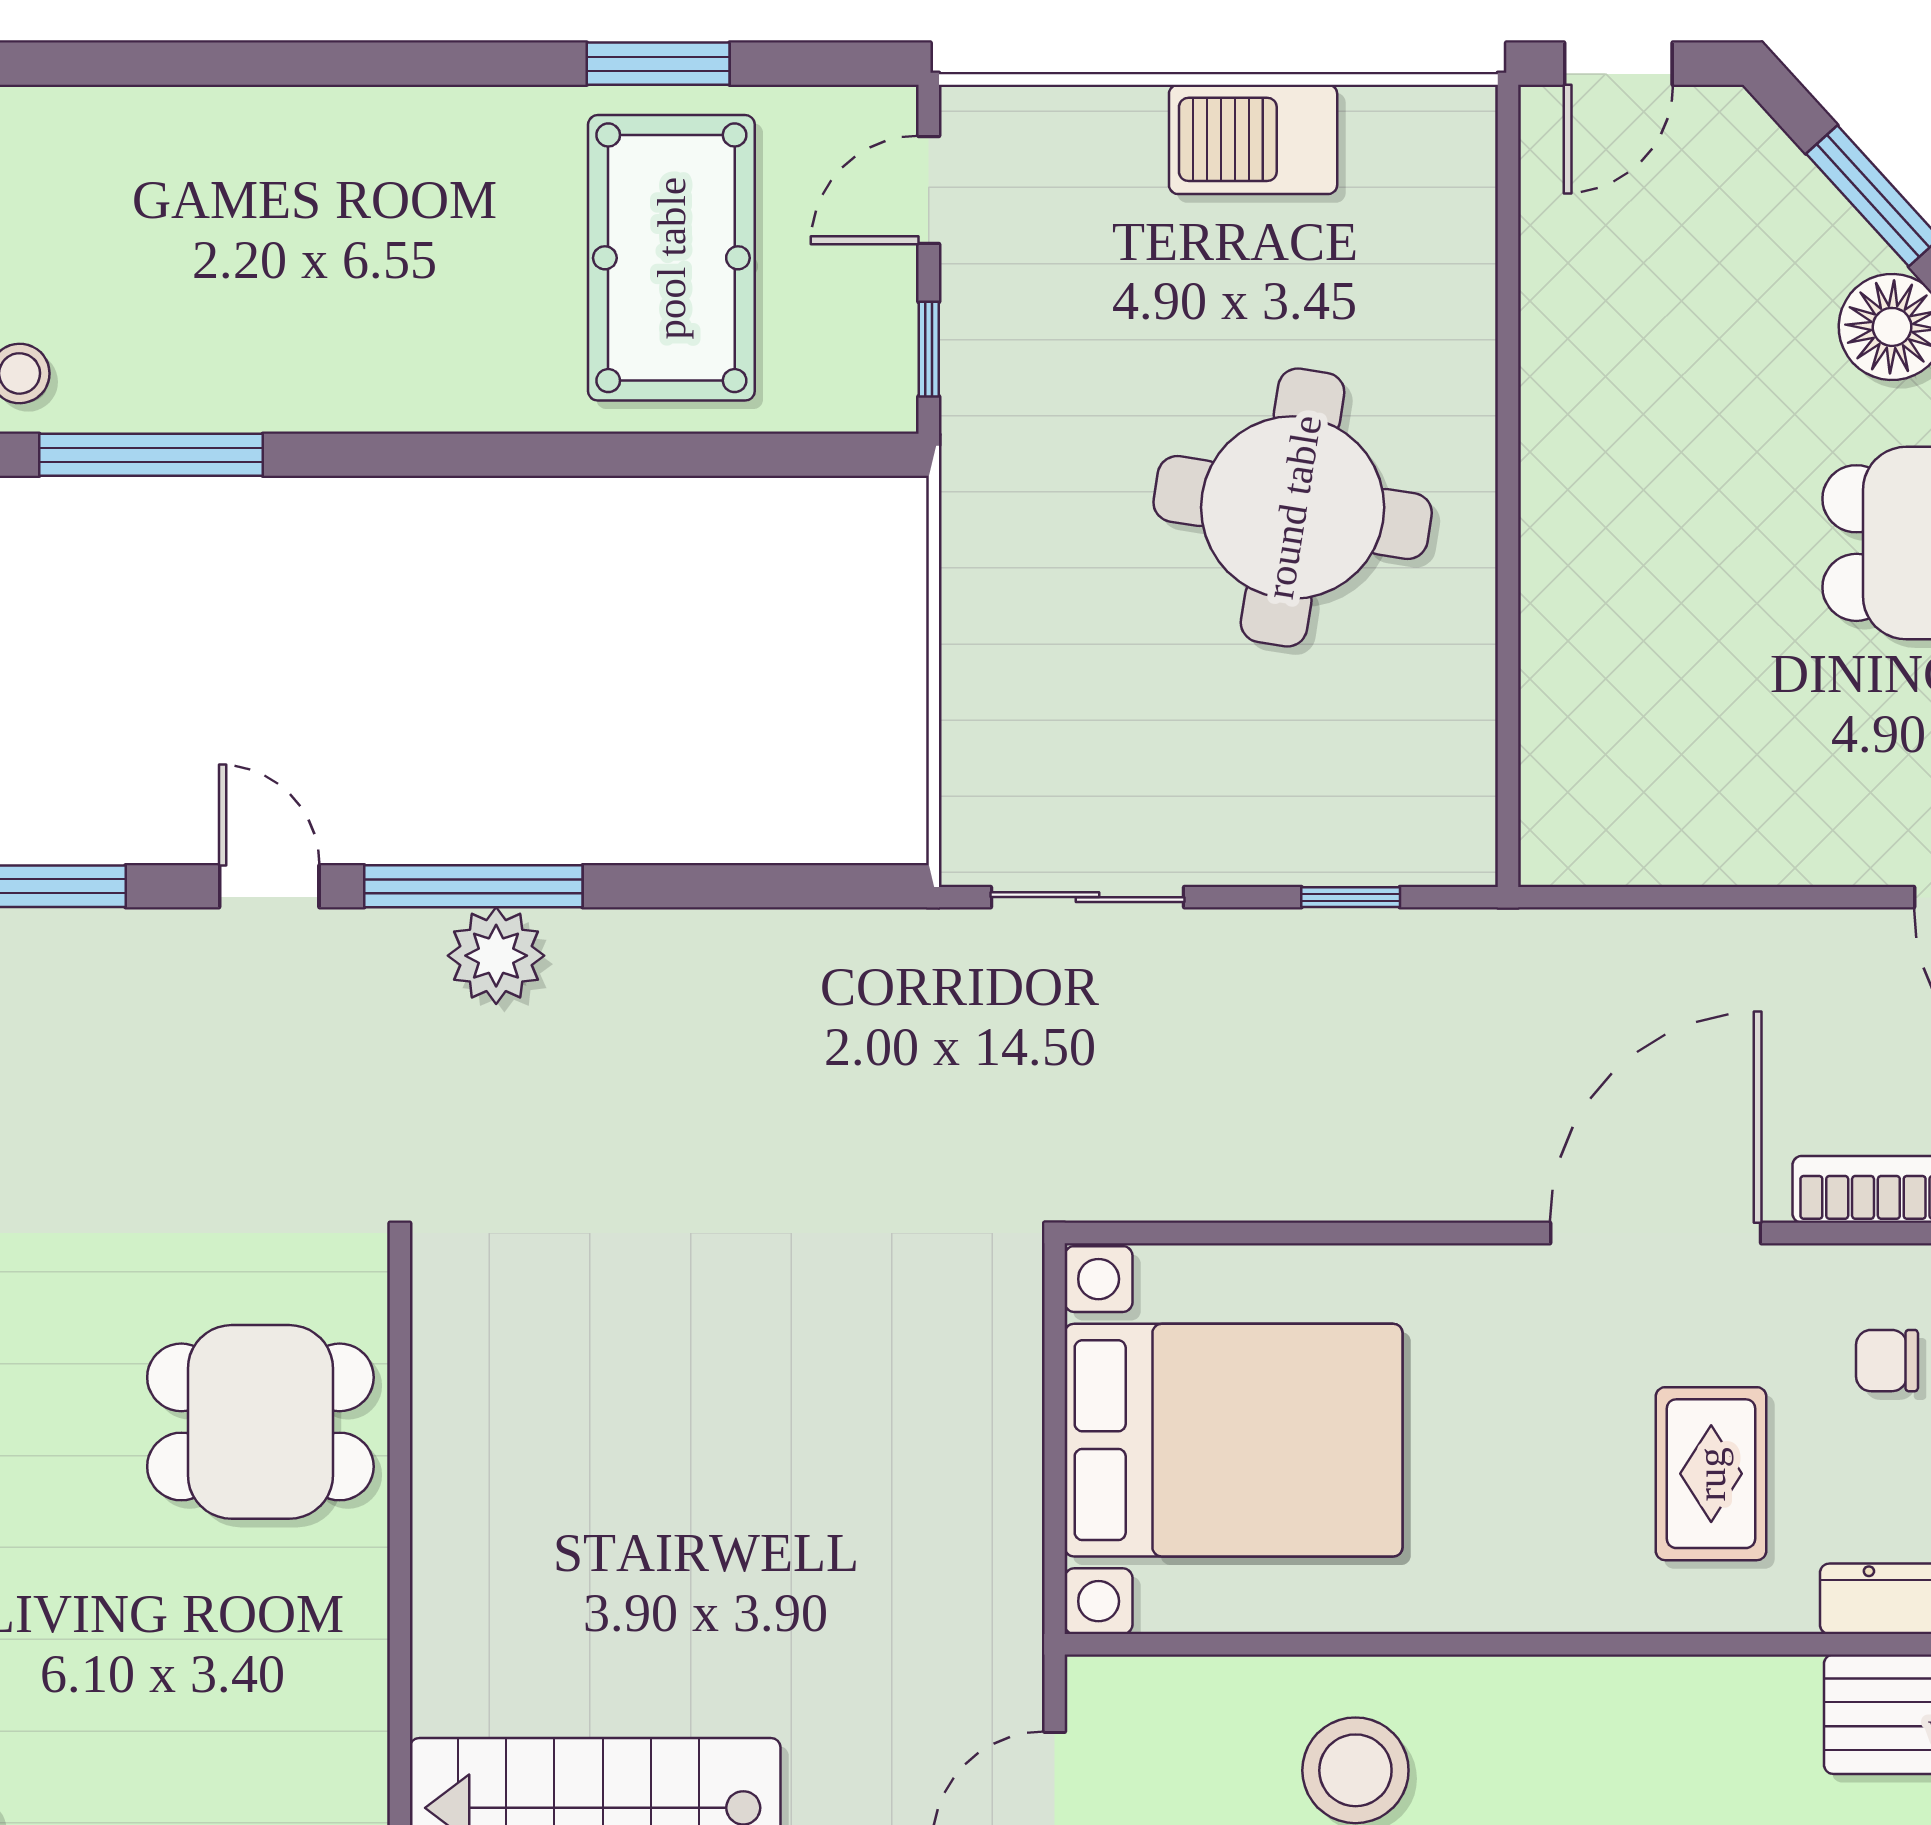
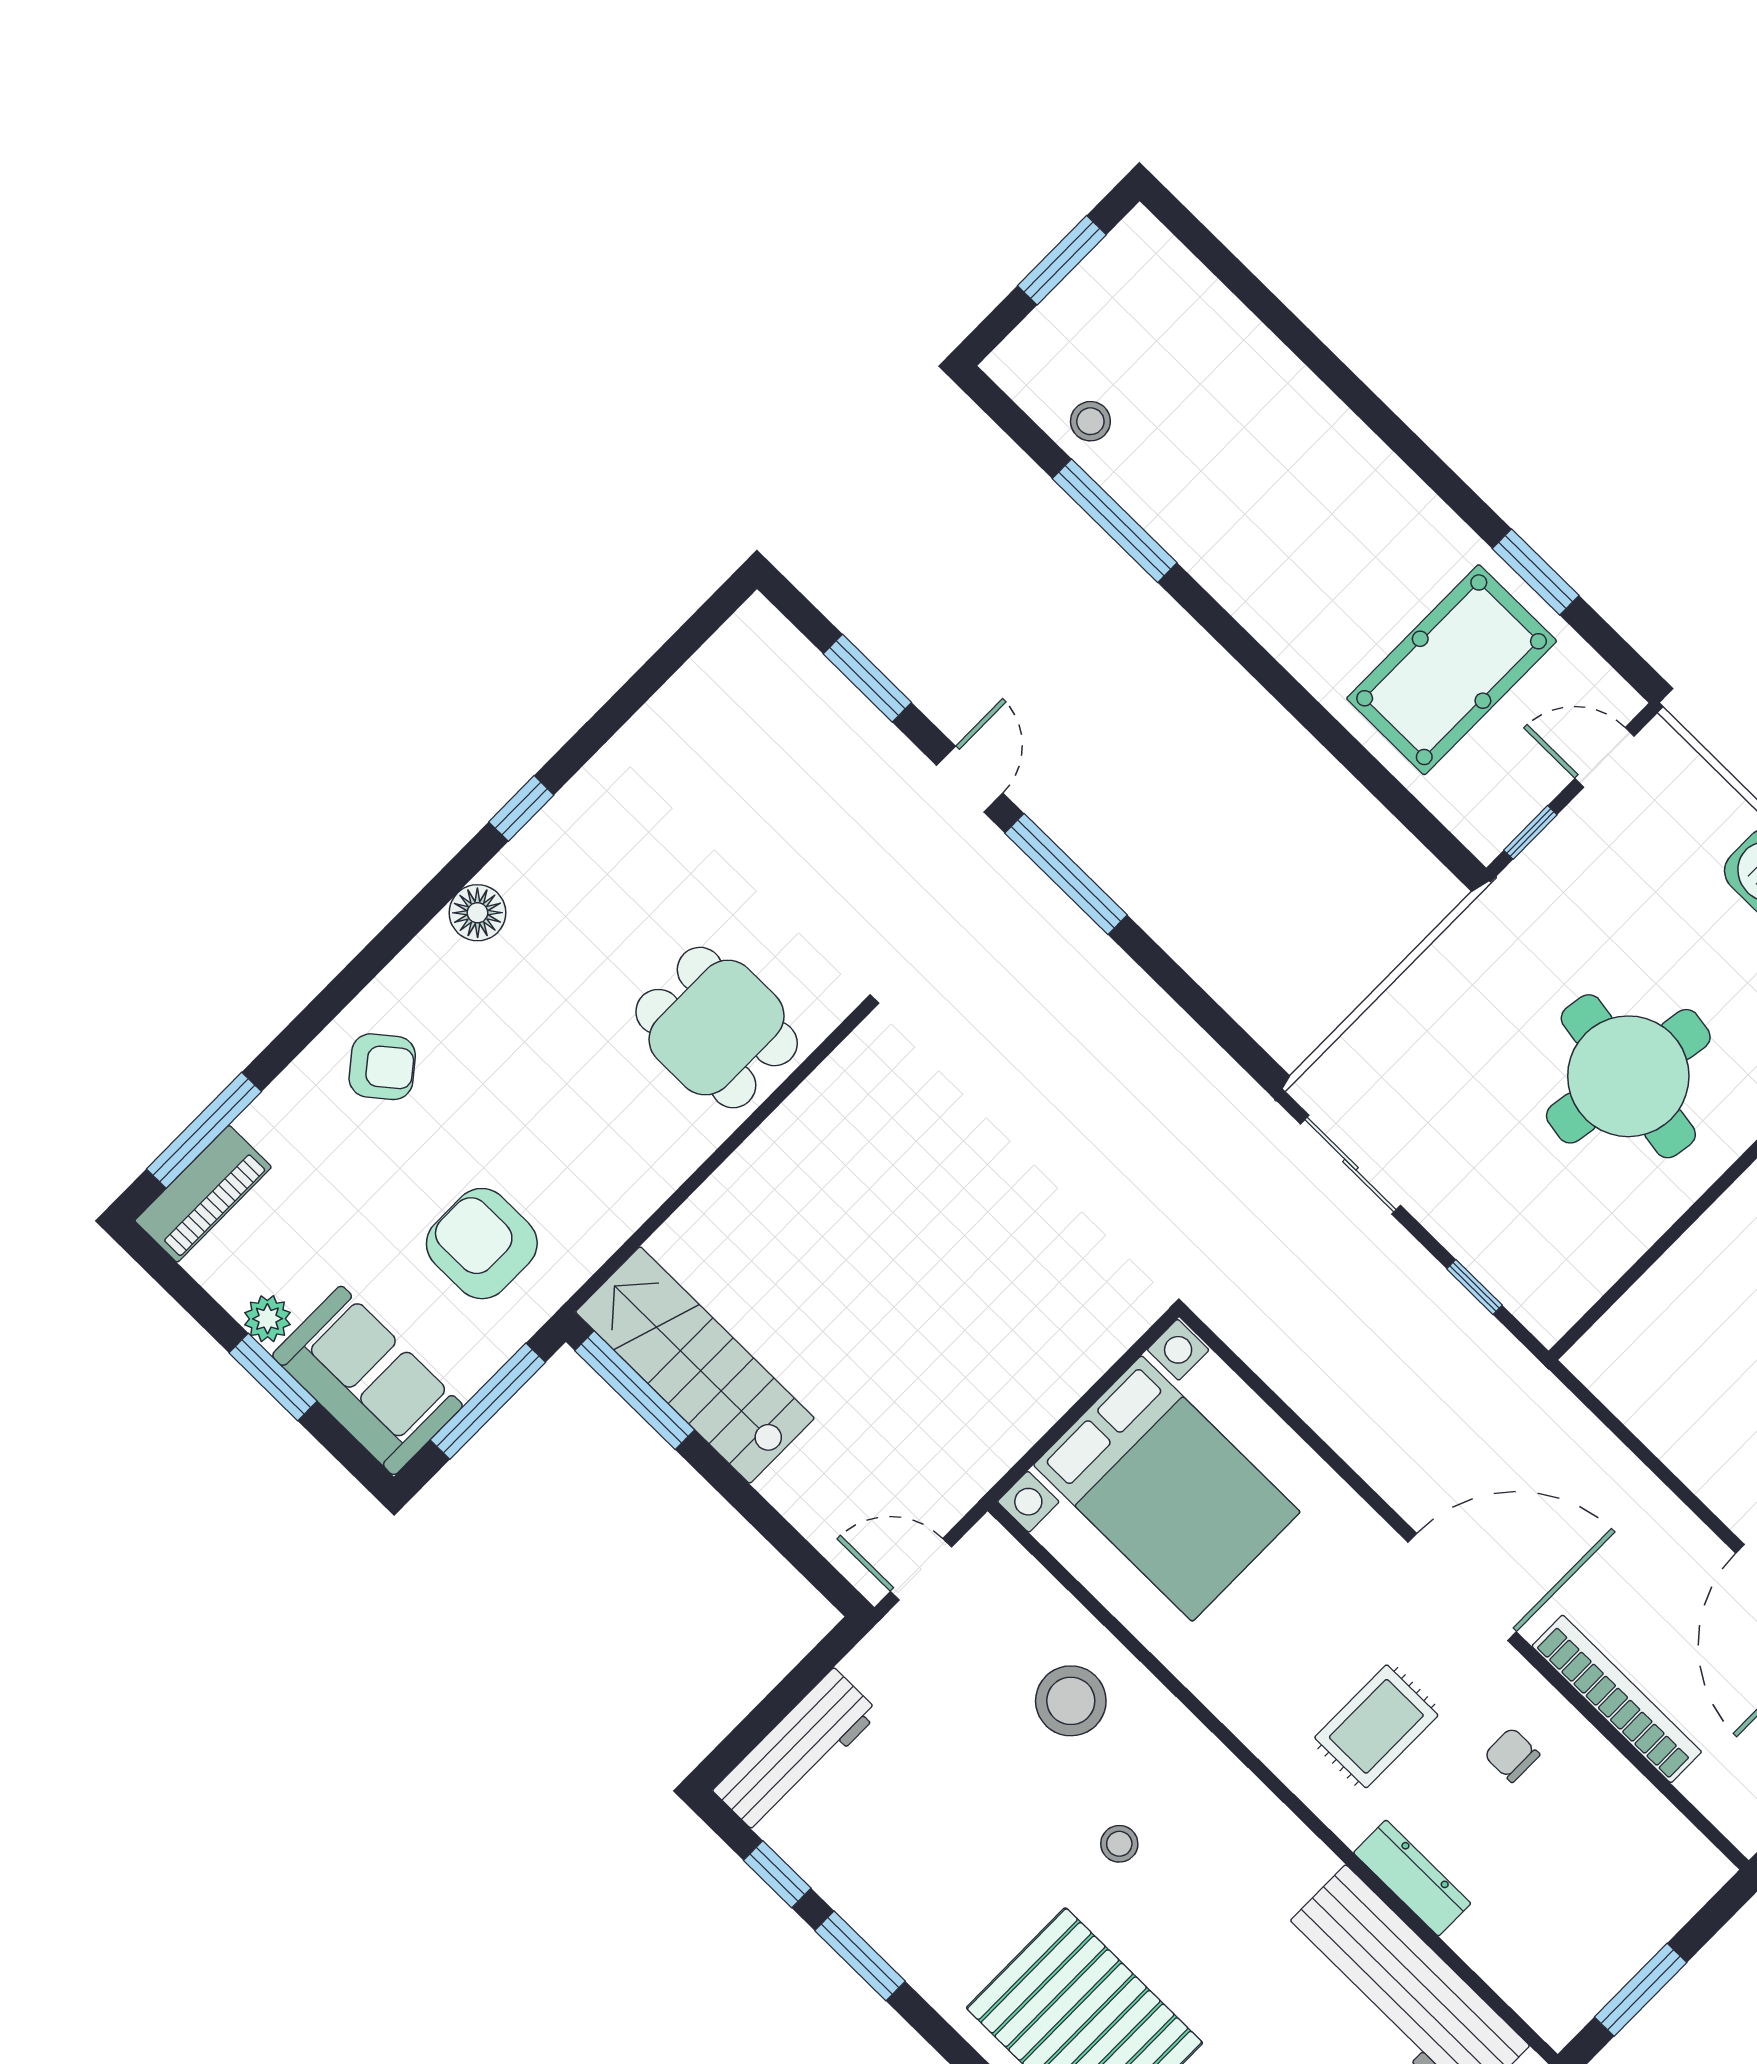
plant: (496, 956) -> (1044, 917), removed

